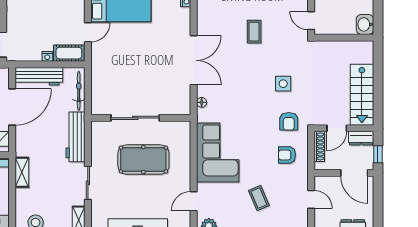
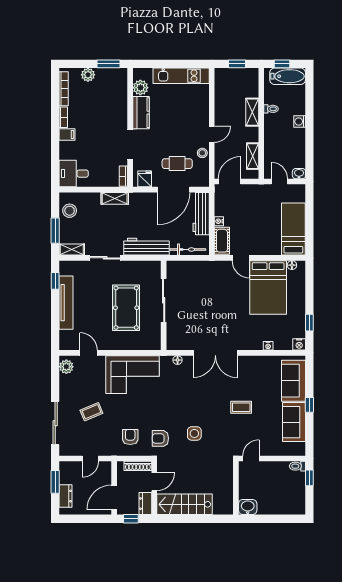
door: (12, 107) -> (173, 190), hinge flipped
door: (337, 128) -> (154, 482), swing flipped

